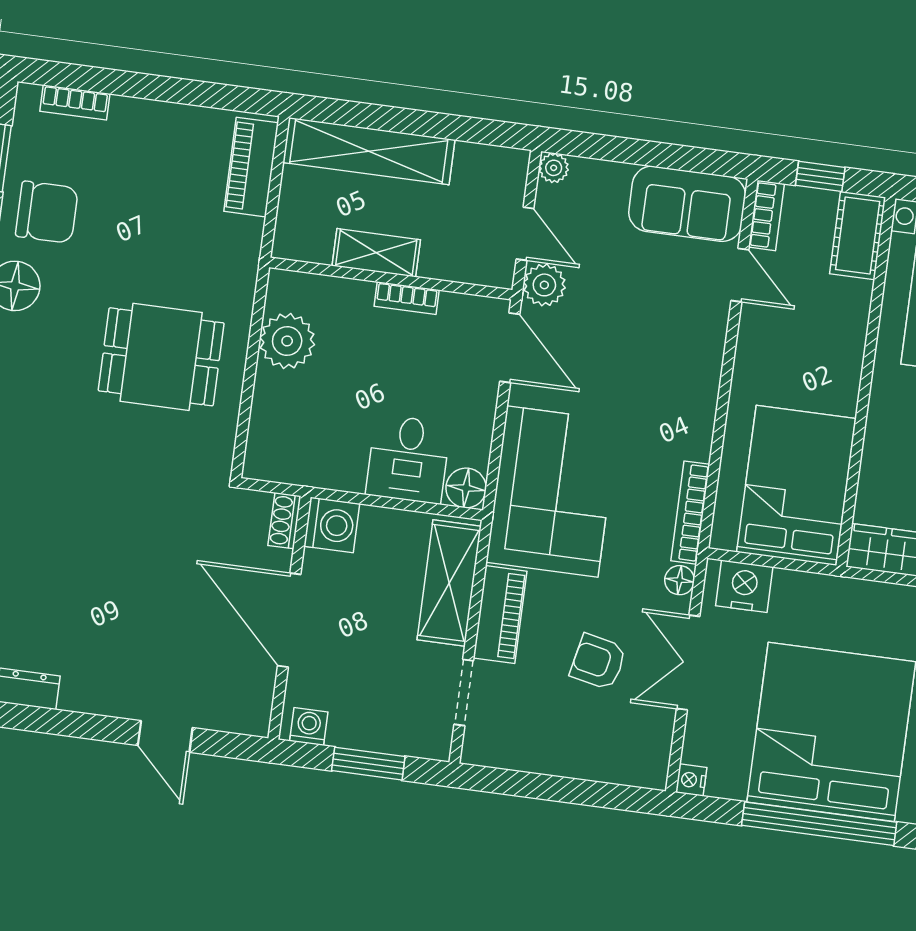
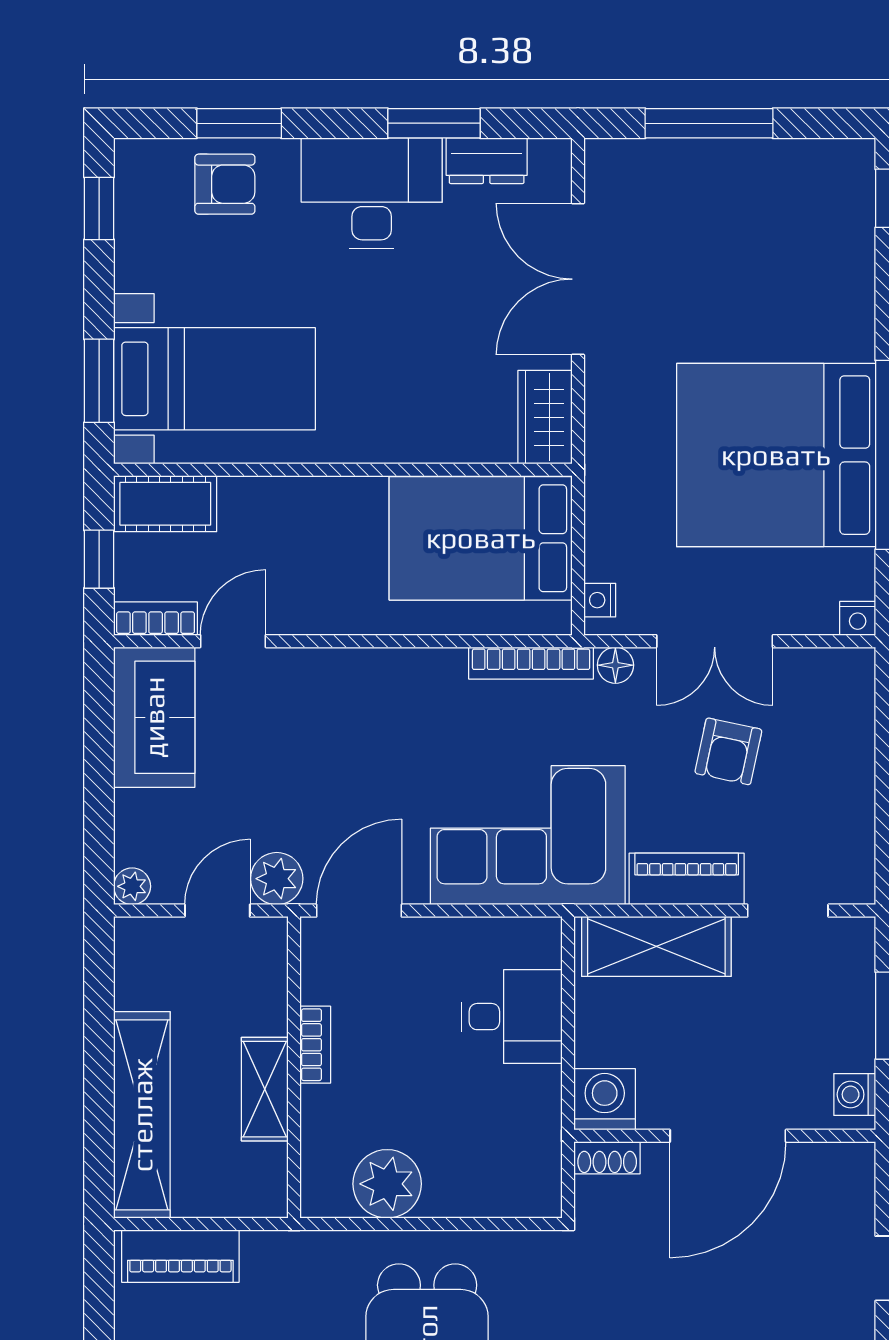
floor lamp: (466, 488) -> (538, 941), removed
nightstand: (744, 586) -> (600, 600), width x0.53, depth x0.56

